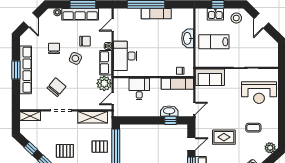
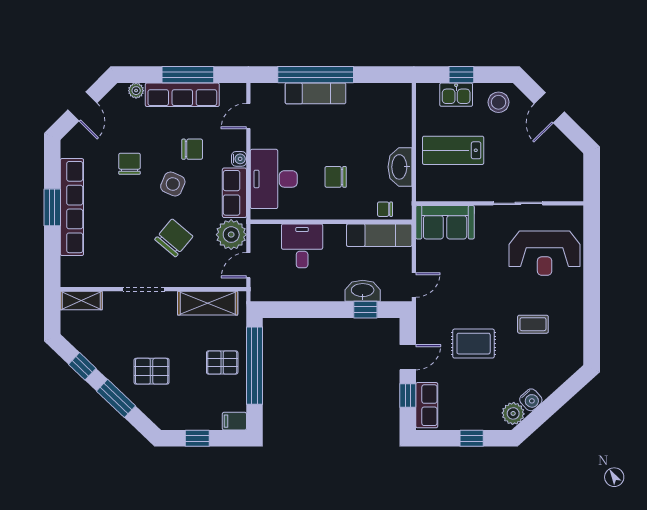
exam couch: (156, 14) -> (316, 93), moved
washbasin: (188, 38) -> (400, 167), moved
chair: (156, 55) -> (336, 177), added
chair: (57, 87) -> (174, 238), moved
plant: (270, 148) -> (567, 365), removed

